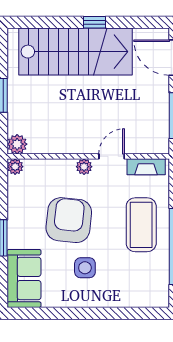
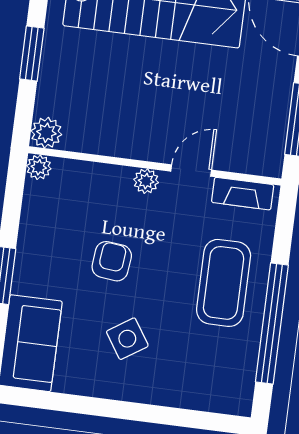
armchair: (69, 220) -> (112, 261), width x0.53, depth x0.53
side table: (85, 268) -> (127, 339), turned -33

